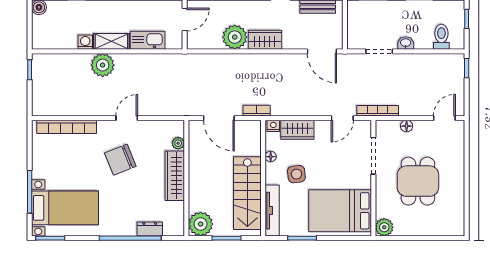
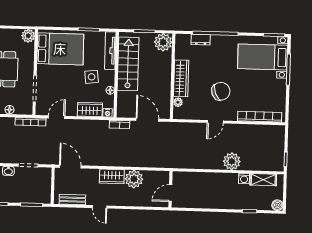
kitchen sink: (148, 40) -> (198, 179), removed
shelving: (111, 41) -> (263, 180), moved

